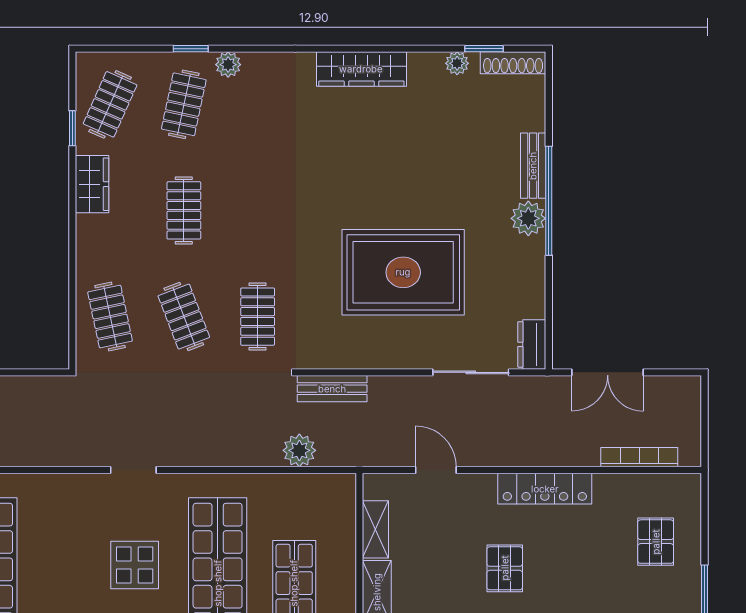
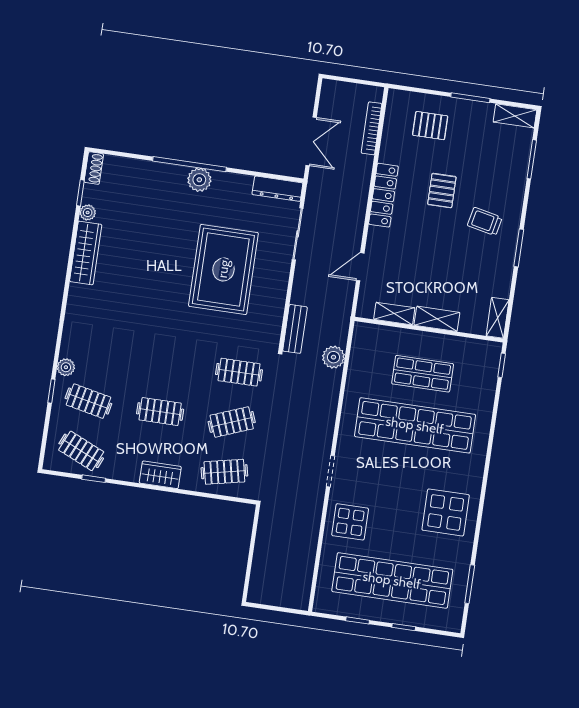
shoe rack: (513, 63) -> (94, 168), width x0.70
wardrobe: (361, 69) -> (86, 253), moved
bench: (533, 166) -> (164, 171), removed
wardrobe: (92, 184) -> (160, 475), moved
dresser: (532, 344) -> (277, 189), width x1.44
display table: (135, 565) -> (350, 522), moved
pallet: (505, 568) -> (442, 191), moved, turned 90

